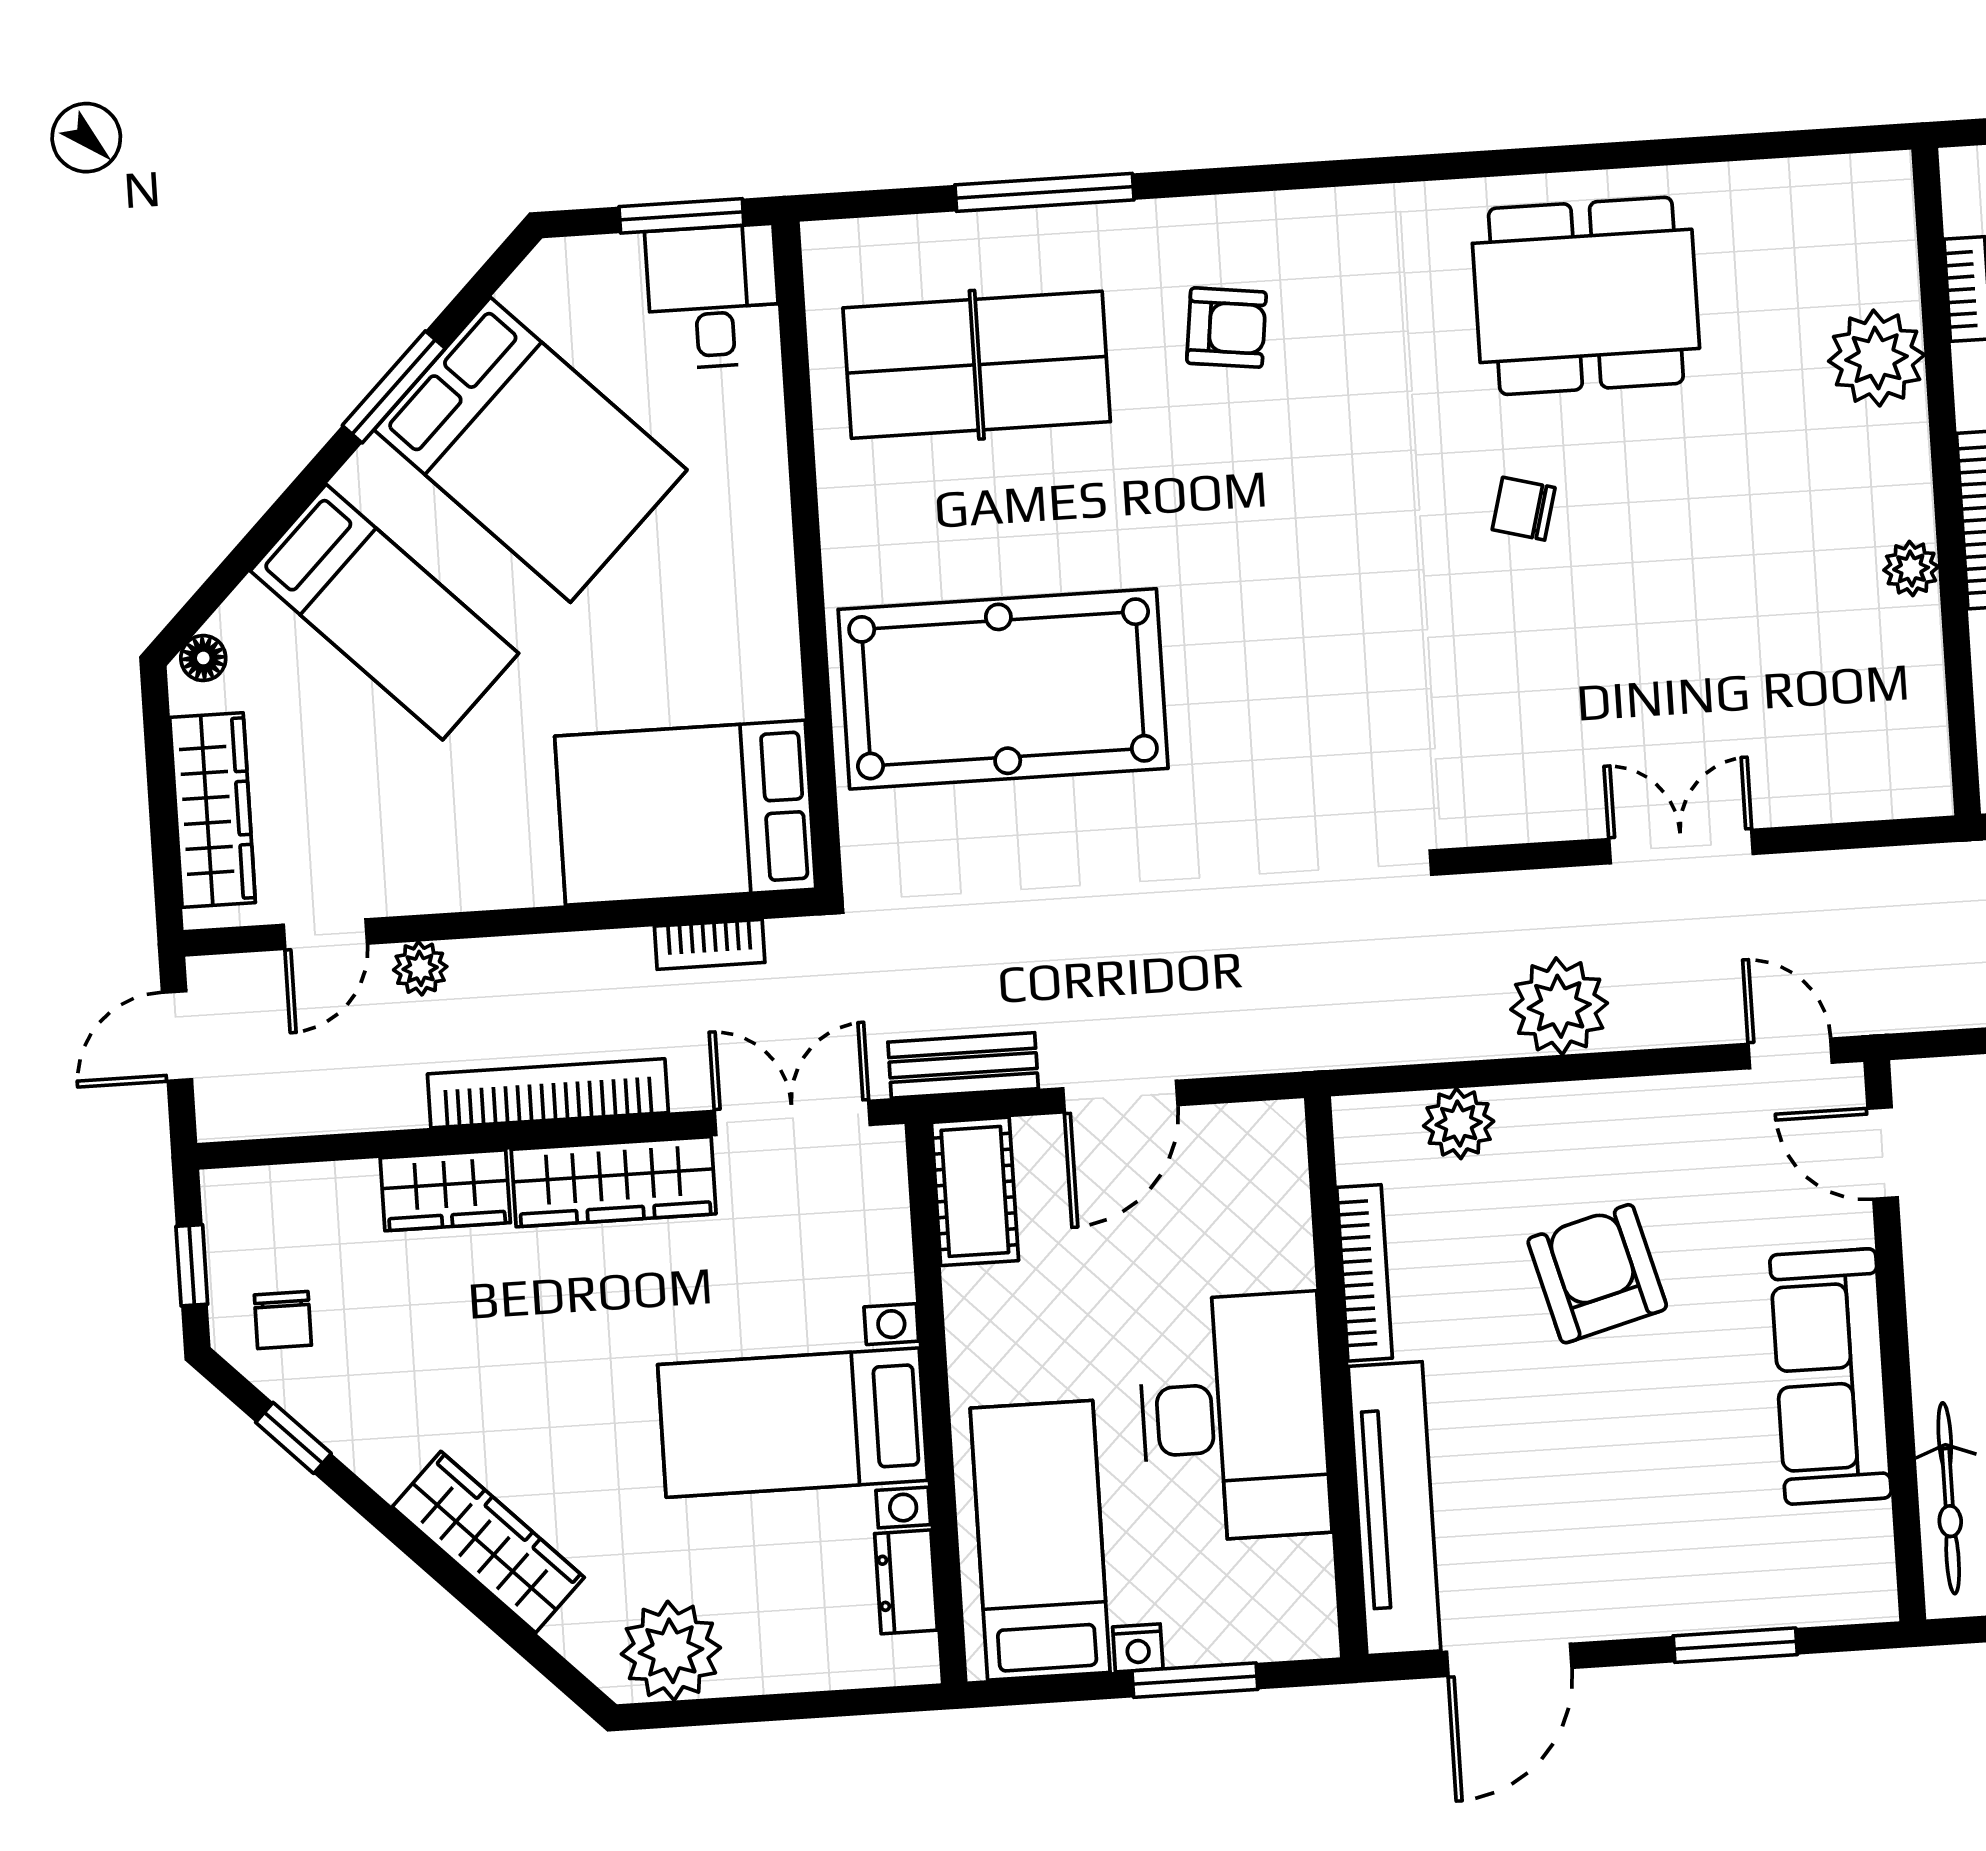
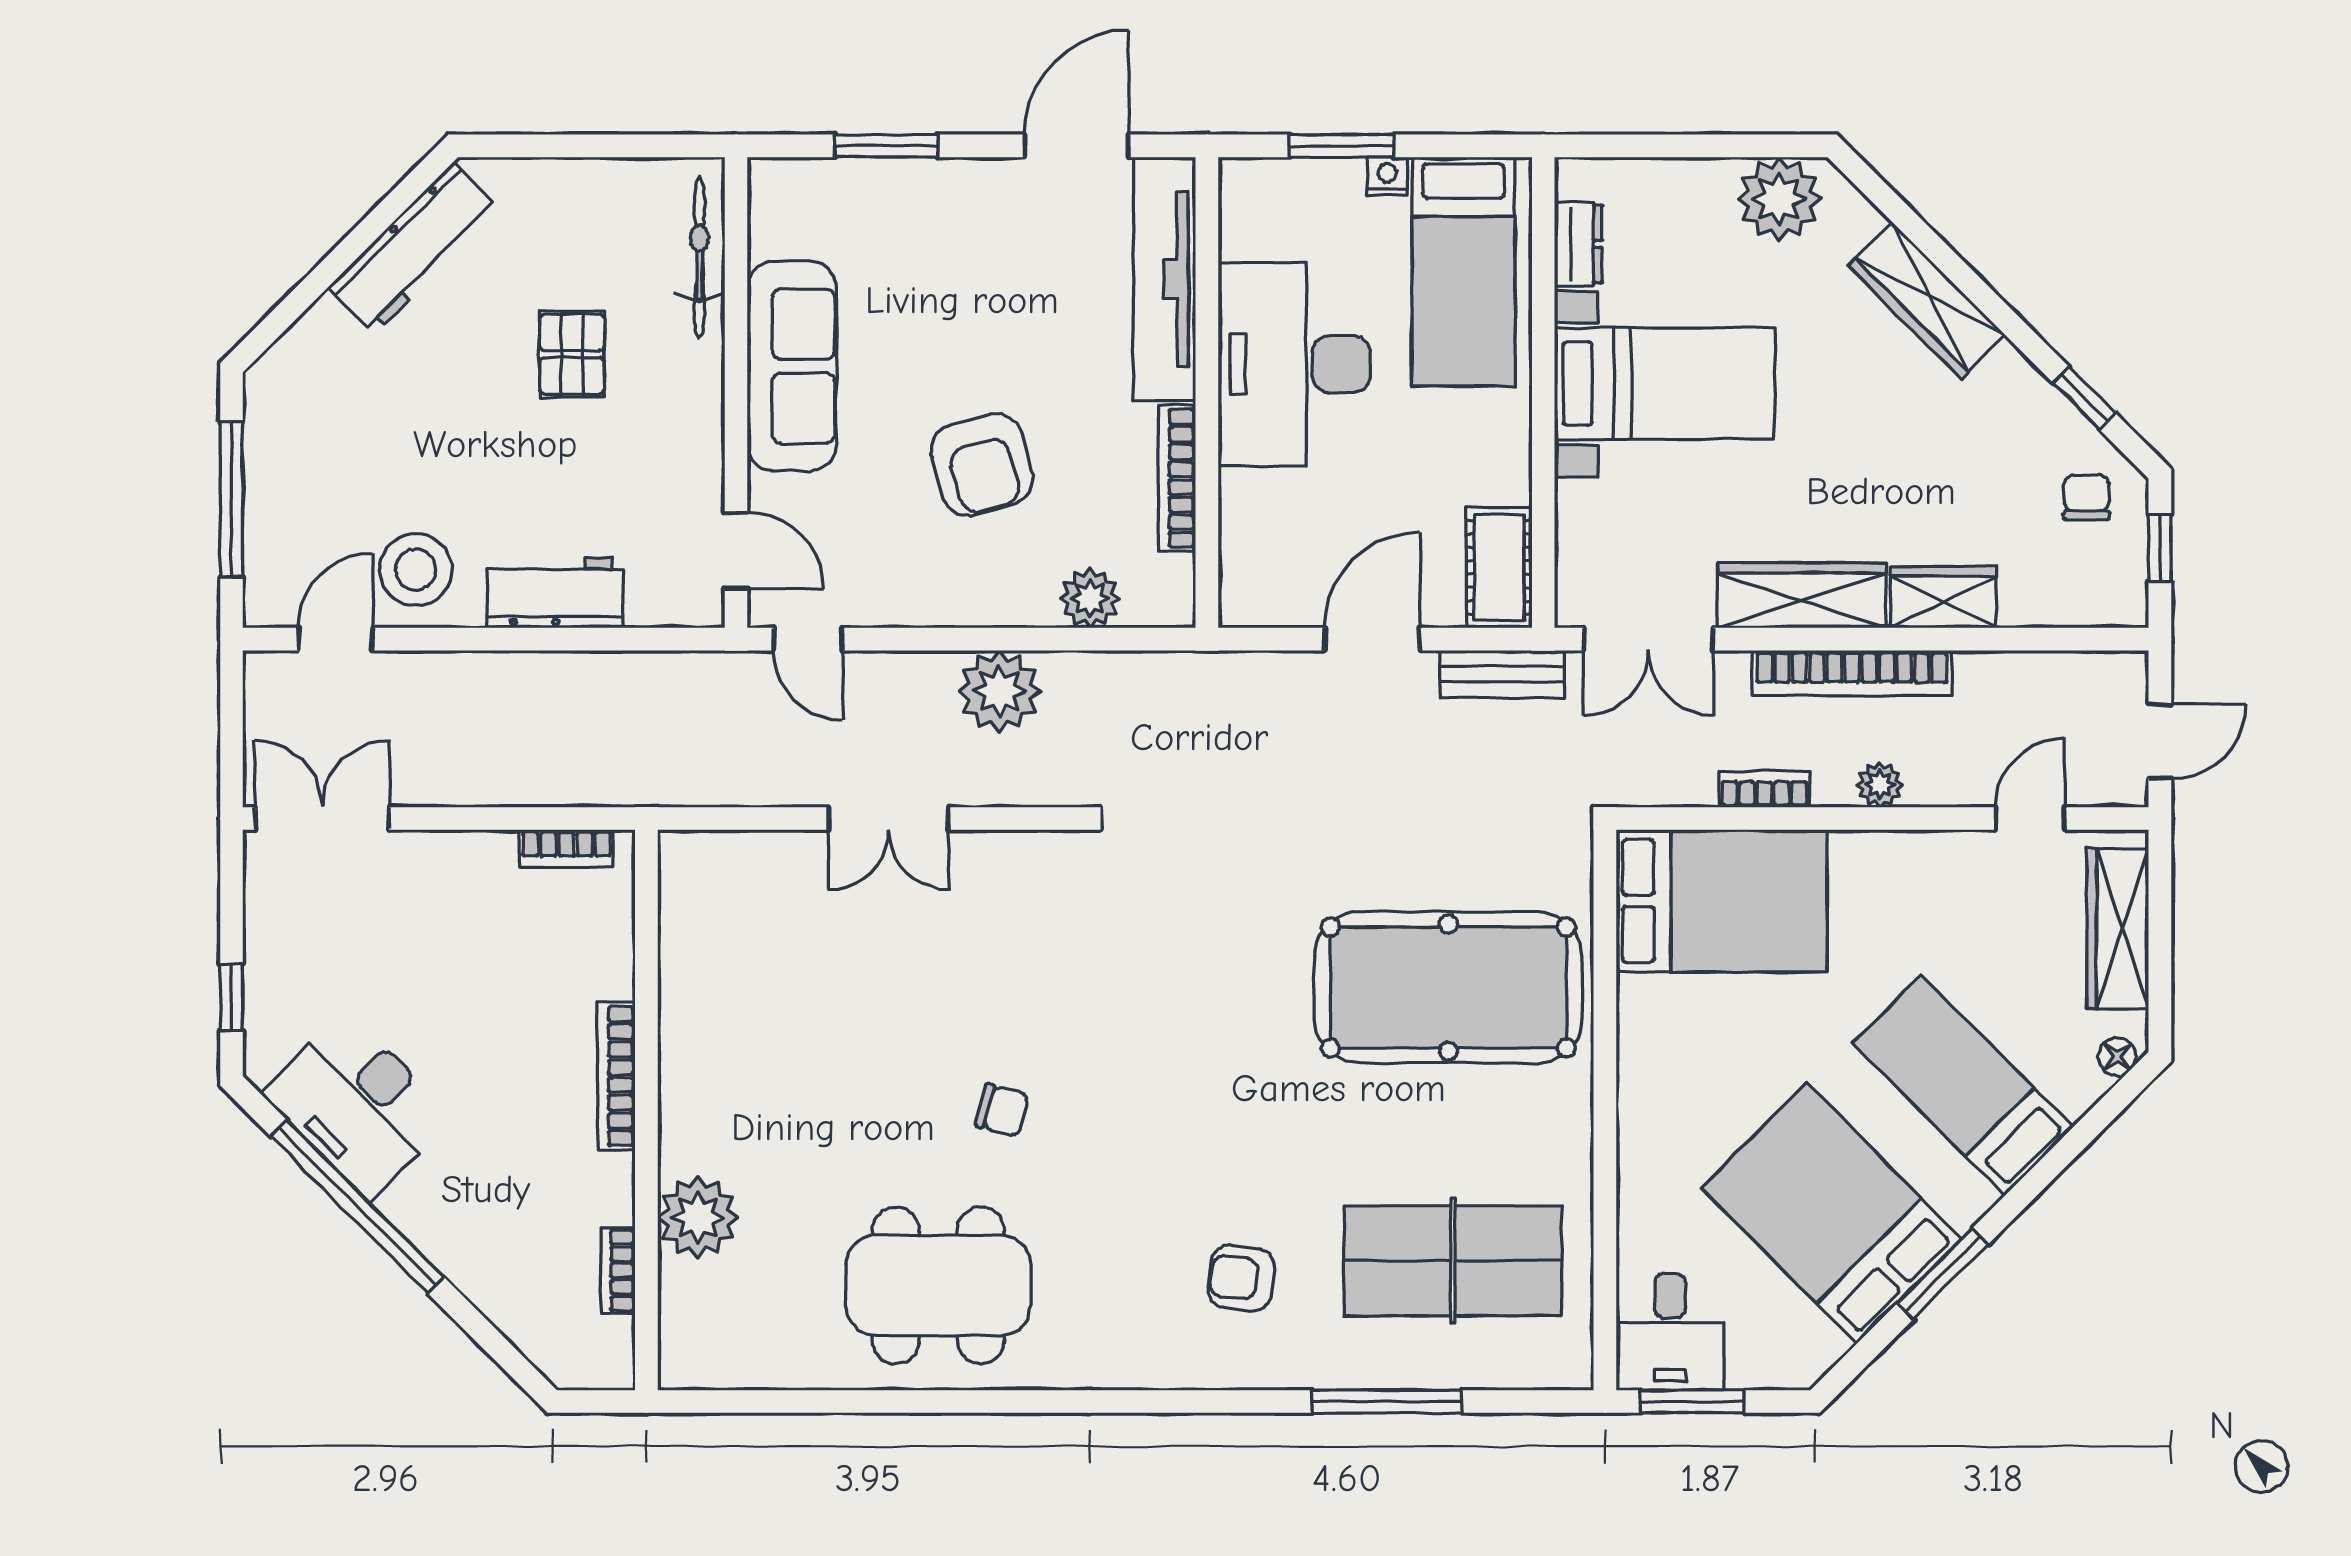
plant: (1911, 568) -> (680, 1039), removed
bookcase: (710, 944) -> (1764, 789), moved
plant: (420, 968) -> (1880, 785), moved

